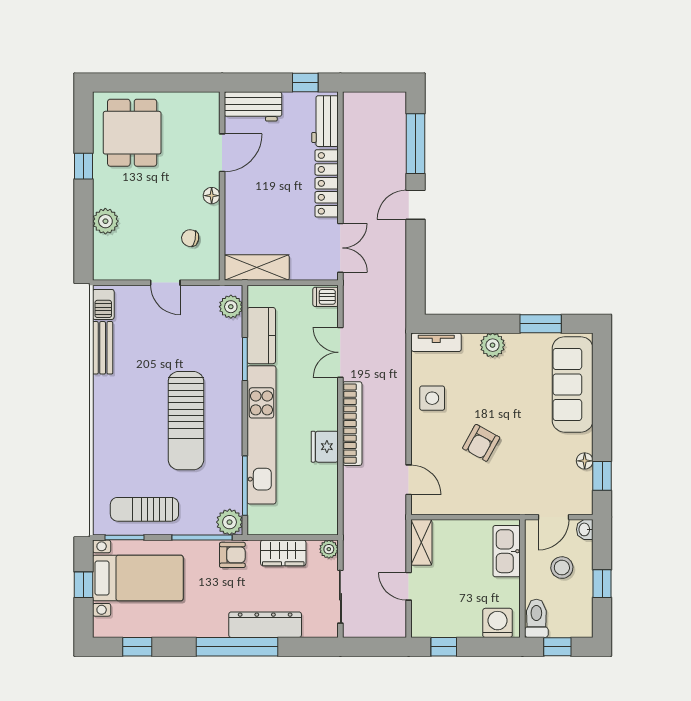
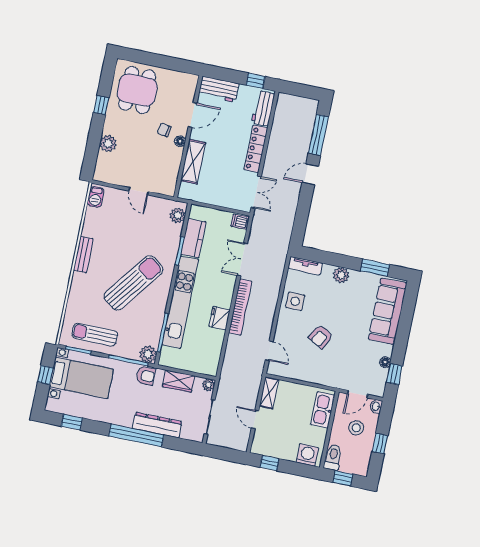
chair: (190, 238) -> (164, 130), moved
shelving: (257, 268) -> (193, 162), moved, turned 90
bench: (103, 348) -> (83, 255), moved
sun lounger: (186, 421) -> (133, 283), turned -143

